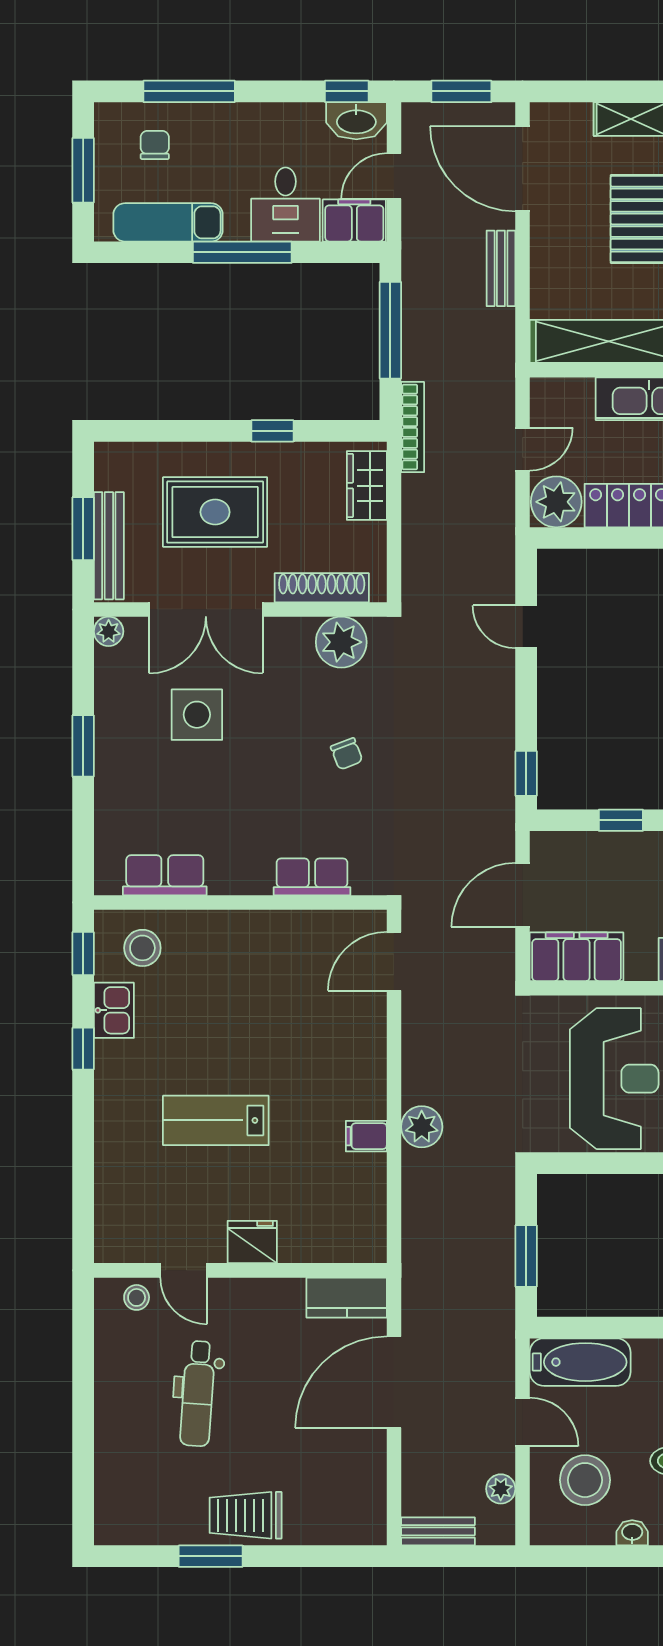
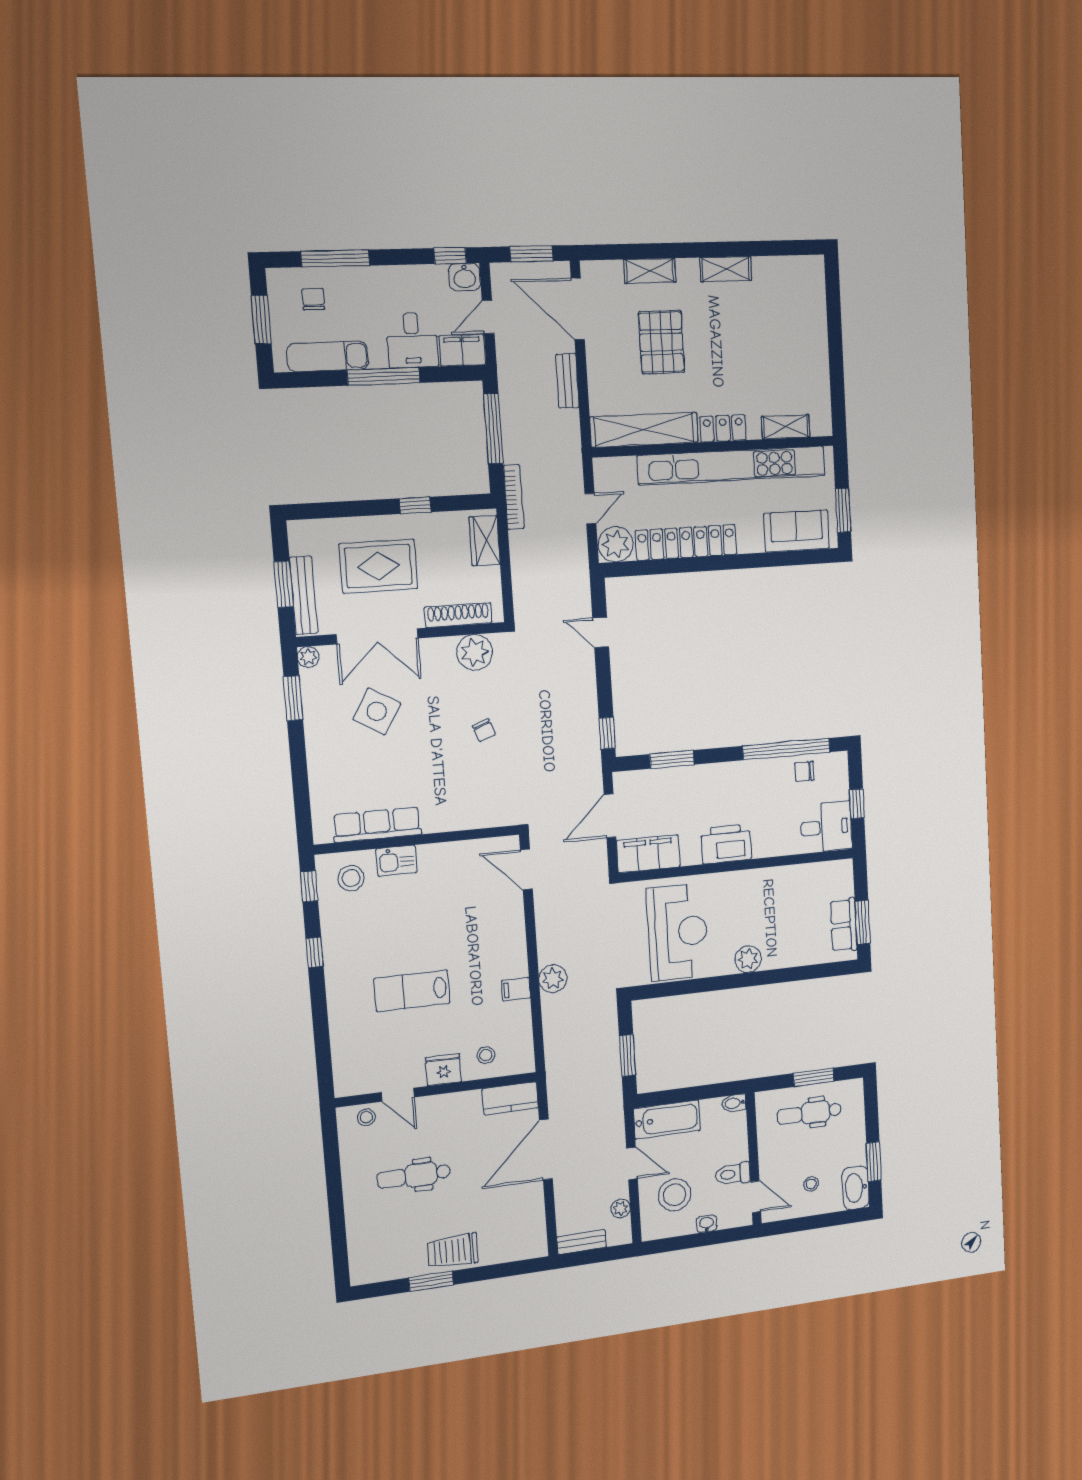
washbasin: (356, 121) -> (465, 277), width x0.72
side table: (197, 715) -> (377, 711), turned 31
window: (83, 746) -> (293, 698), moved
window: (621, 820) -> (672, 759), width x1.50
row of seats: (165, 875) -> (377, 825), width x1.48
row of seats: (312, 877) -> (466, 817), removed
door: (394, 961) -> (526, 869), hinge flipped
kitchen sink: (114, 1010) -> (396, 861), moved, turned 90
stool: (315, 1228) -> (486, 1055), added
dental chair: (198, 1394) -> (414, 1176), turned 86

